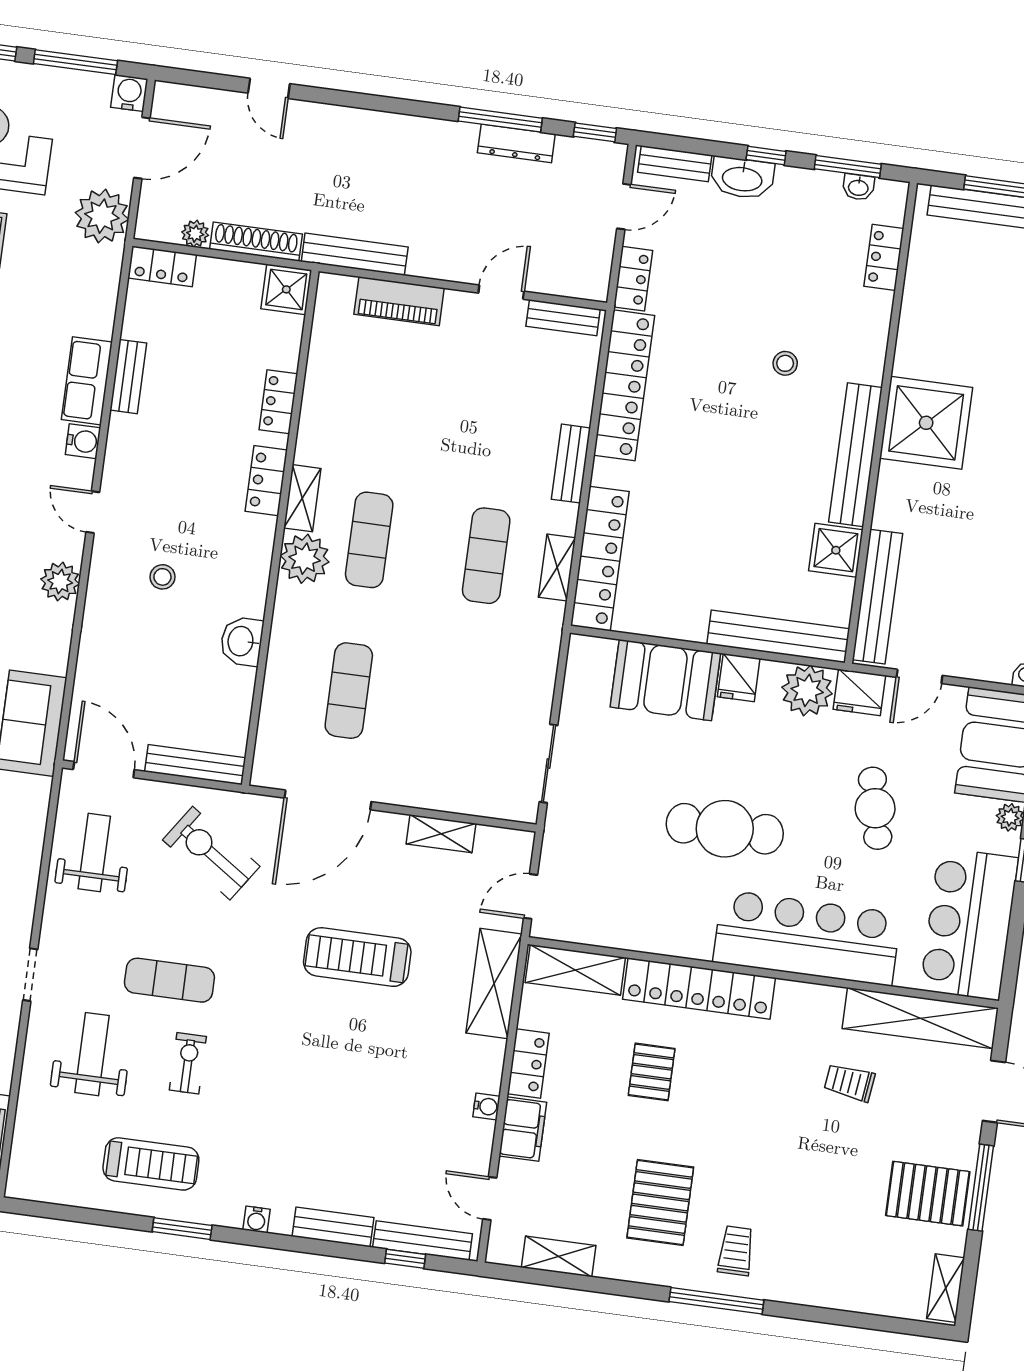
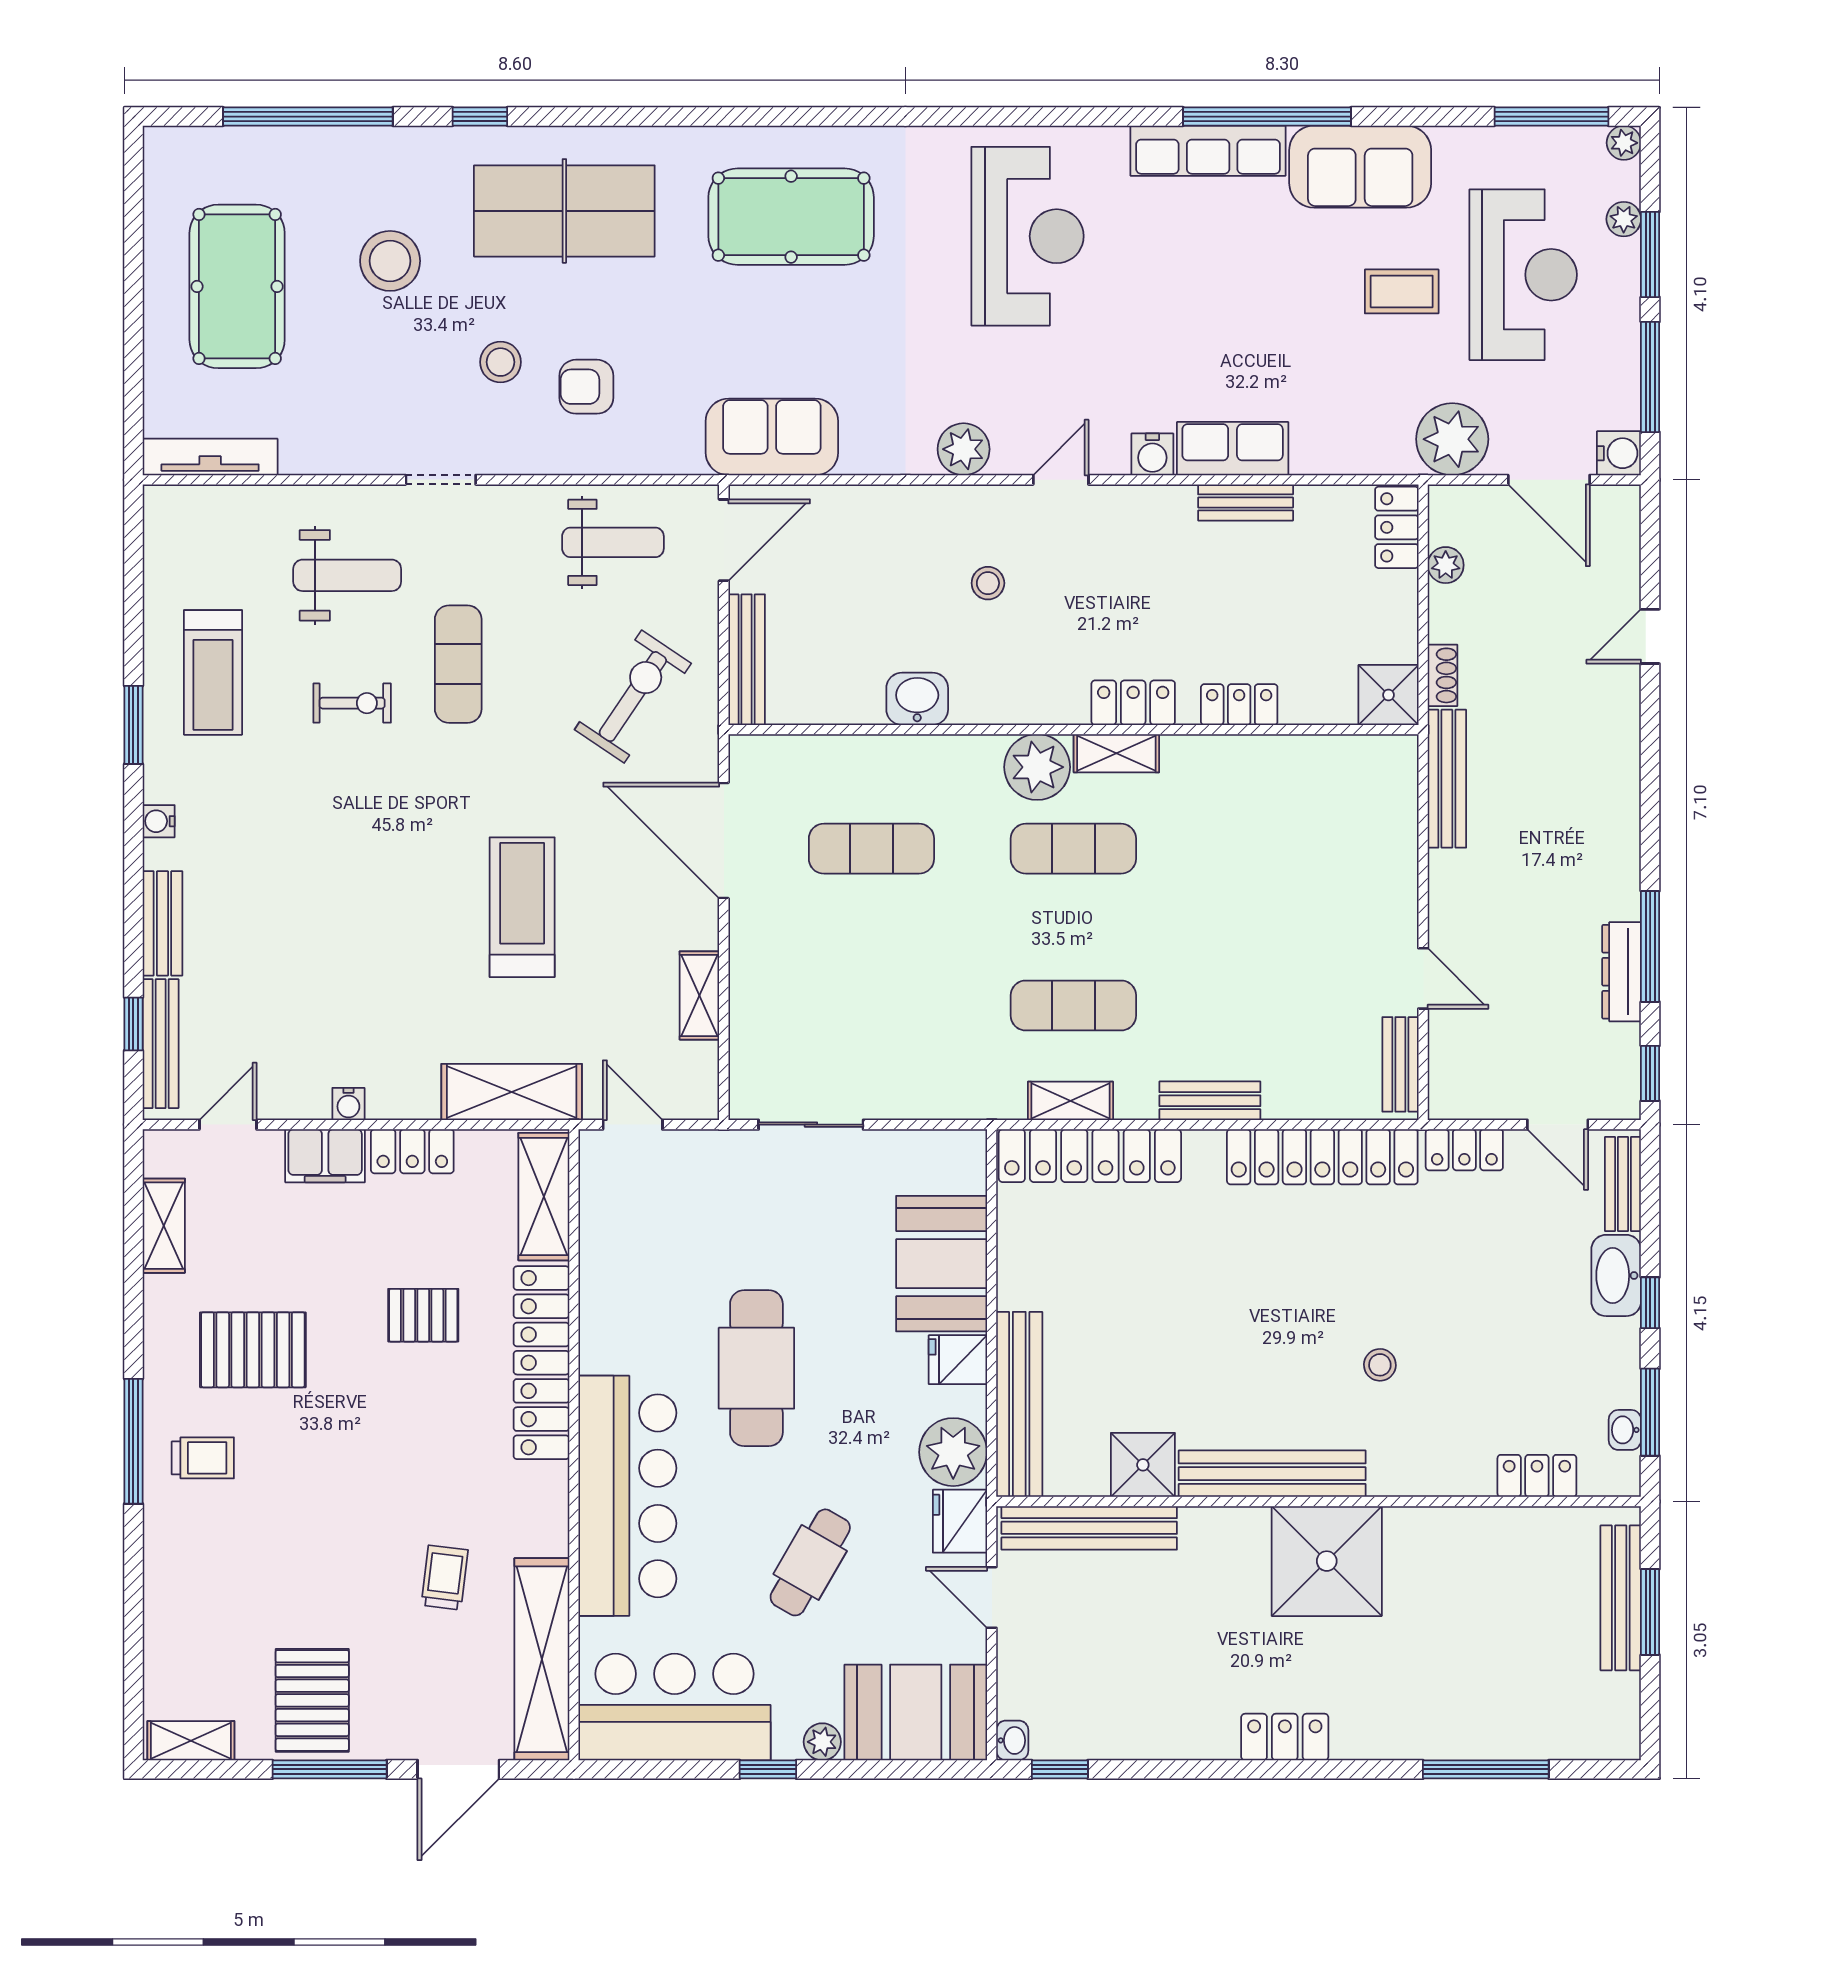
shoe rack: (256, 242) -> (1442, 675), width x0.51, depth x0.81
piano: (399, 301) -> (1393, 846), removed
cafe table: (875, 808) -> (810, 1562), turned -47

